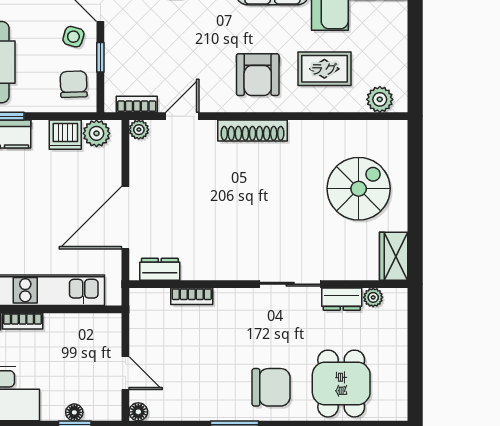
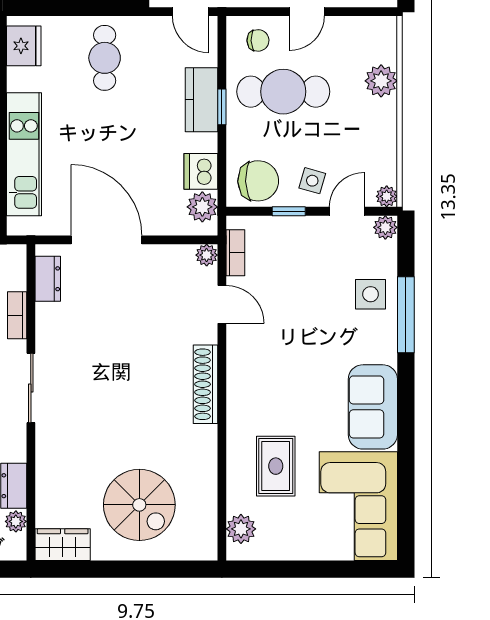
armchair: (258, 75) -> (269, 390), removed
chair: (74, 84) -> (258, 181), width x1.37, depth x1.37
sliding door: (290, 284) -> (31, 388), moved

